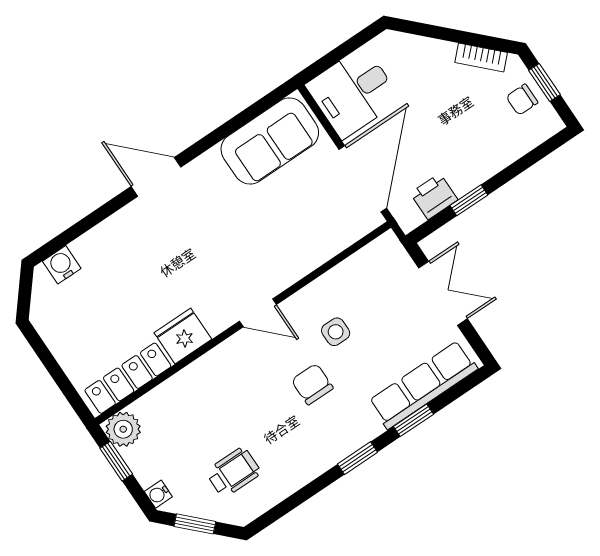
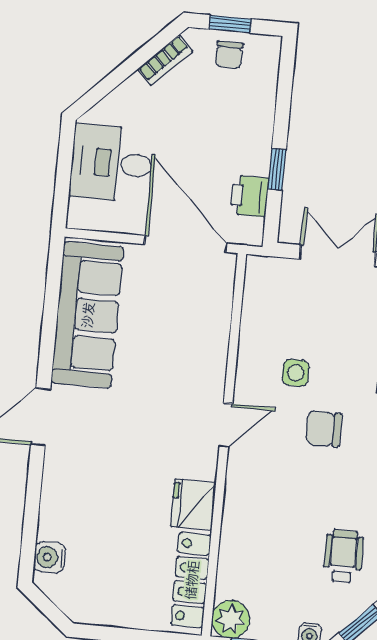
desk: (353, 92) -> (112, 163), moved, turned 90
sofa: (270, 141) -> (87, 315), width x1.36

